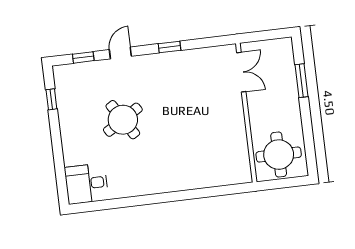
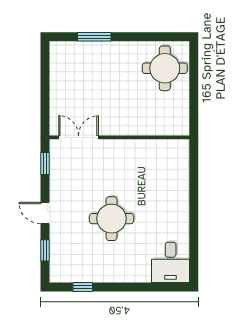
double door: (241, 72) -> (79, 137), moved
wall: (246, 113) -> (119, 137), moved
round table: (123, 120) -> (112, 219), turned 32

